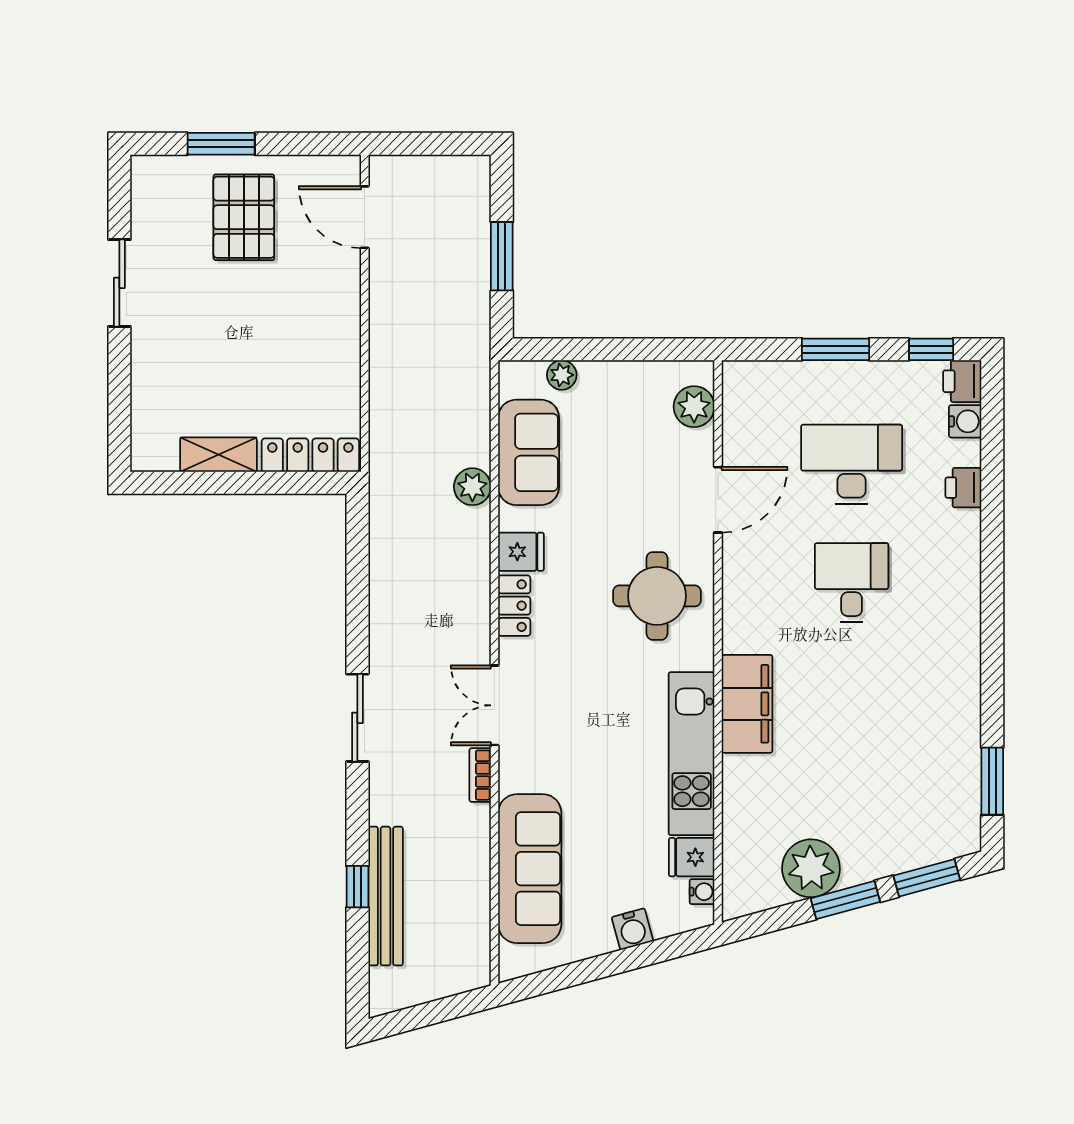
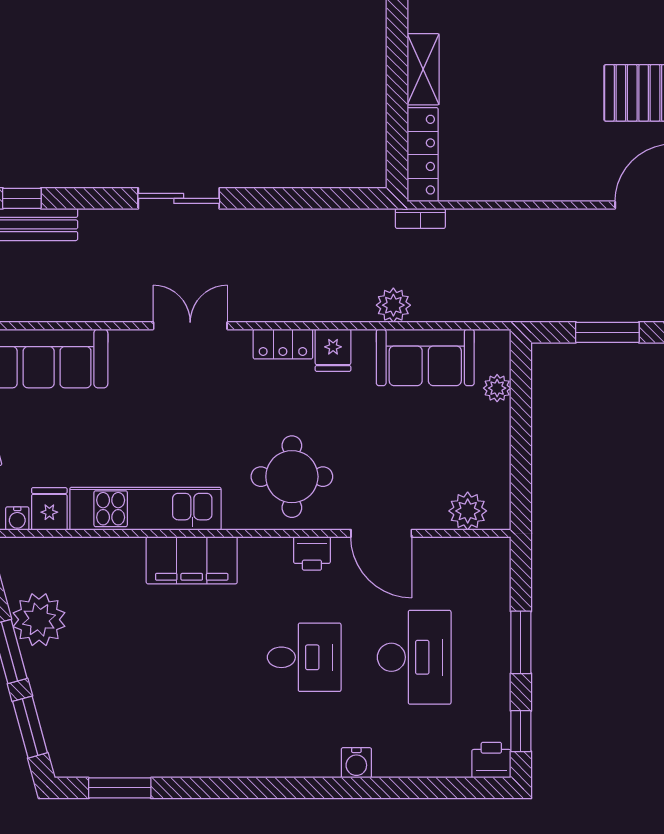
water cooler: (965, 421) -> (356, 763), moved
printer: (963, 488) -> (312, 553), moved, turned 180
bookcase: (480, 775) -> (420, 218), moved, turned 180

